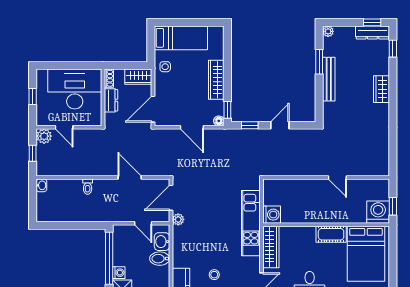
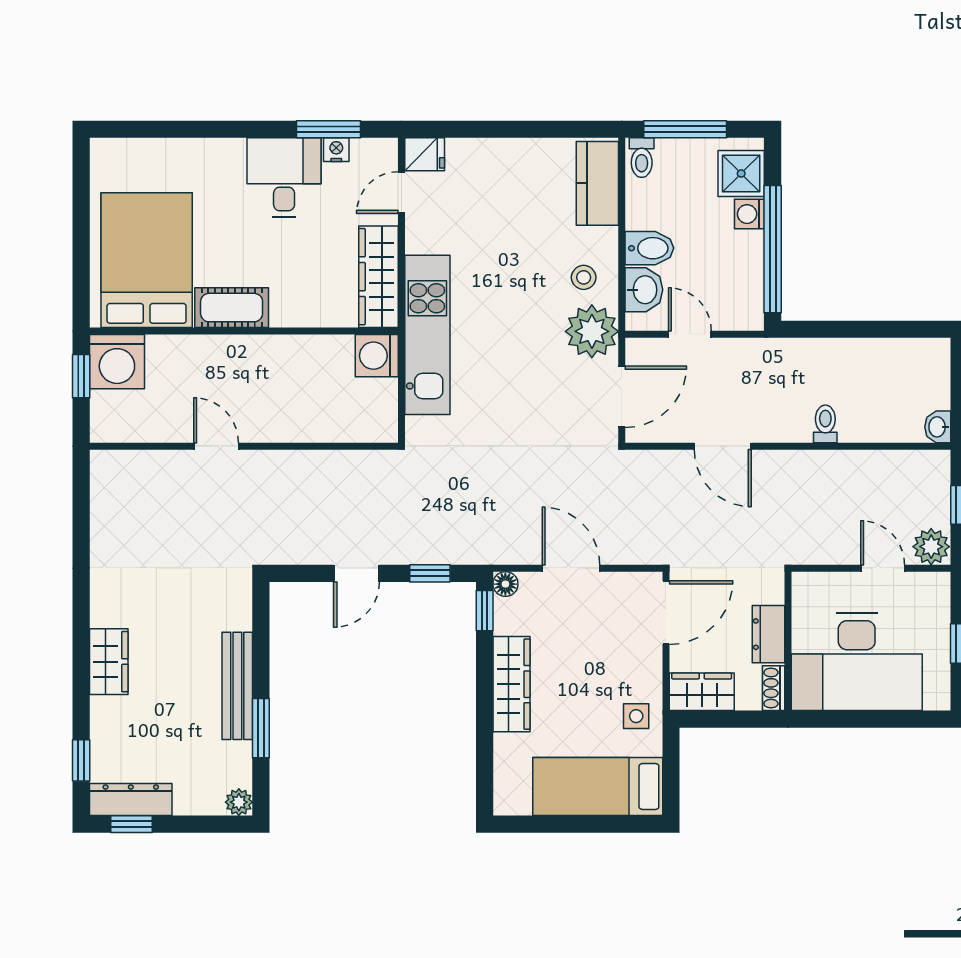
plant: (178, 219) -> (592, 331), width x1.87, depth x1.87
stool: (214, 275) -> (584, 277), moved

